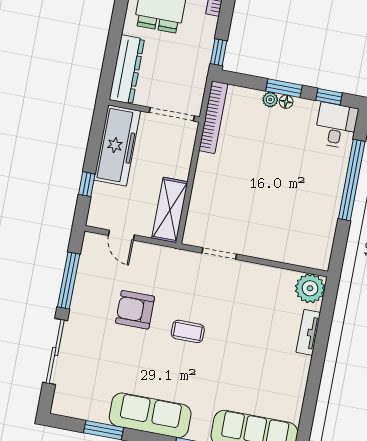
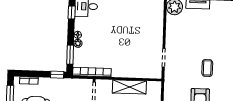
window: (284, 88) -> (70, 55), moved
shelving: (170, 210) -> (129, 87), moved

